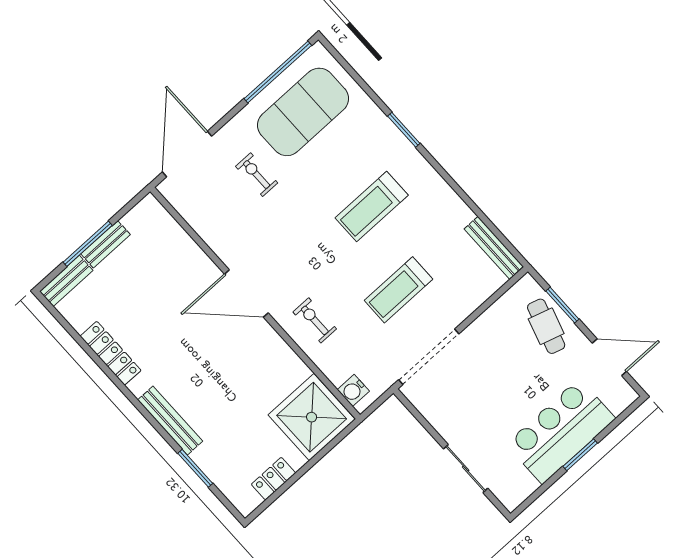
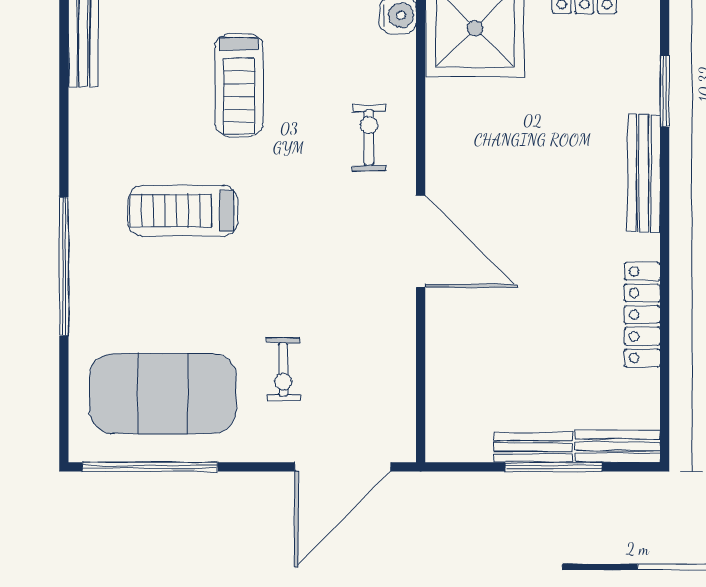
window: (404, 130) -> (64, 266), width x2.11
treadmill: (372, 207) -> (183, 211), turned 180
treadmill: (398, 290) -> (239, 85), turned 90
exercise bike: (315, 320) -> (369, 138), turned 180

